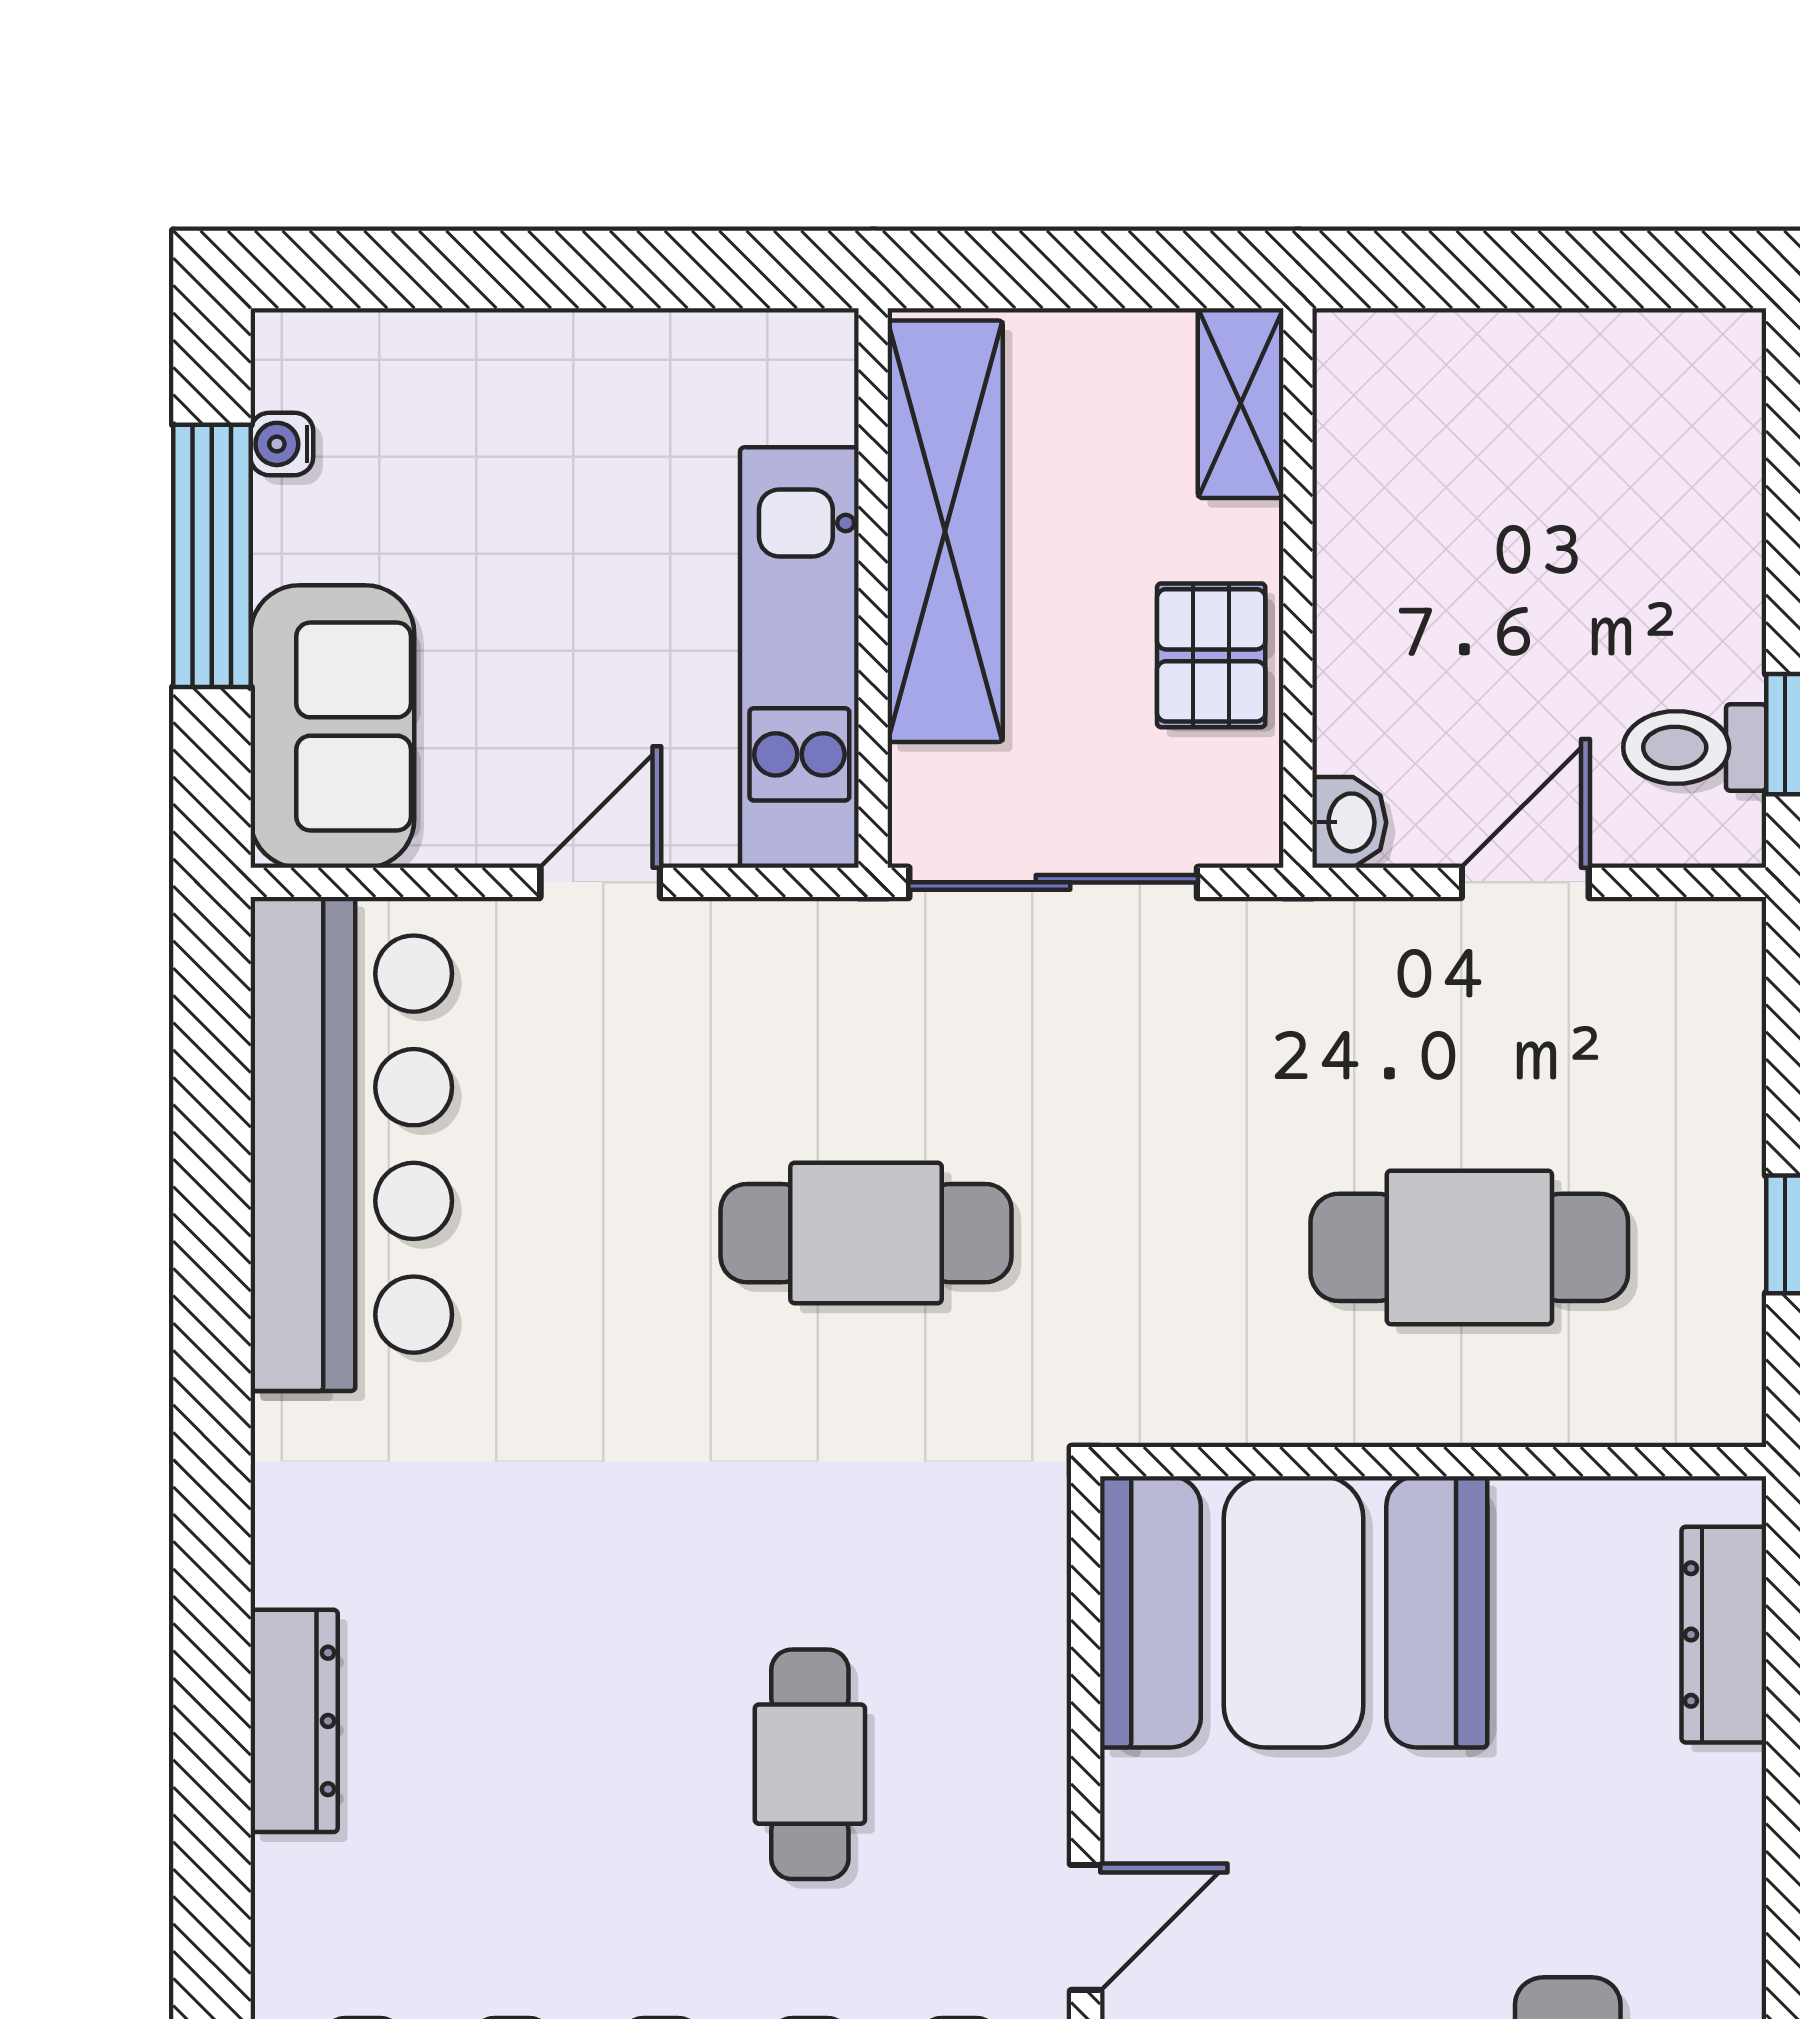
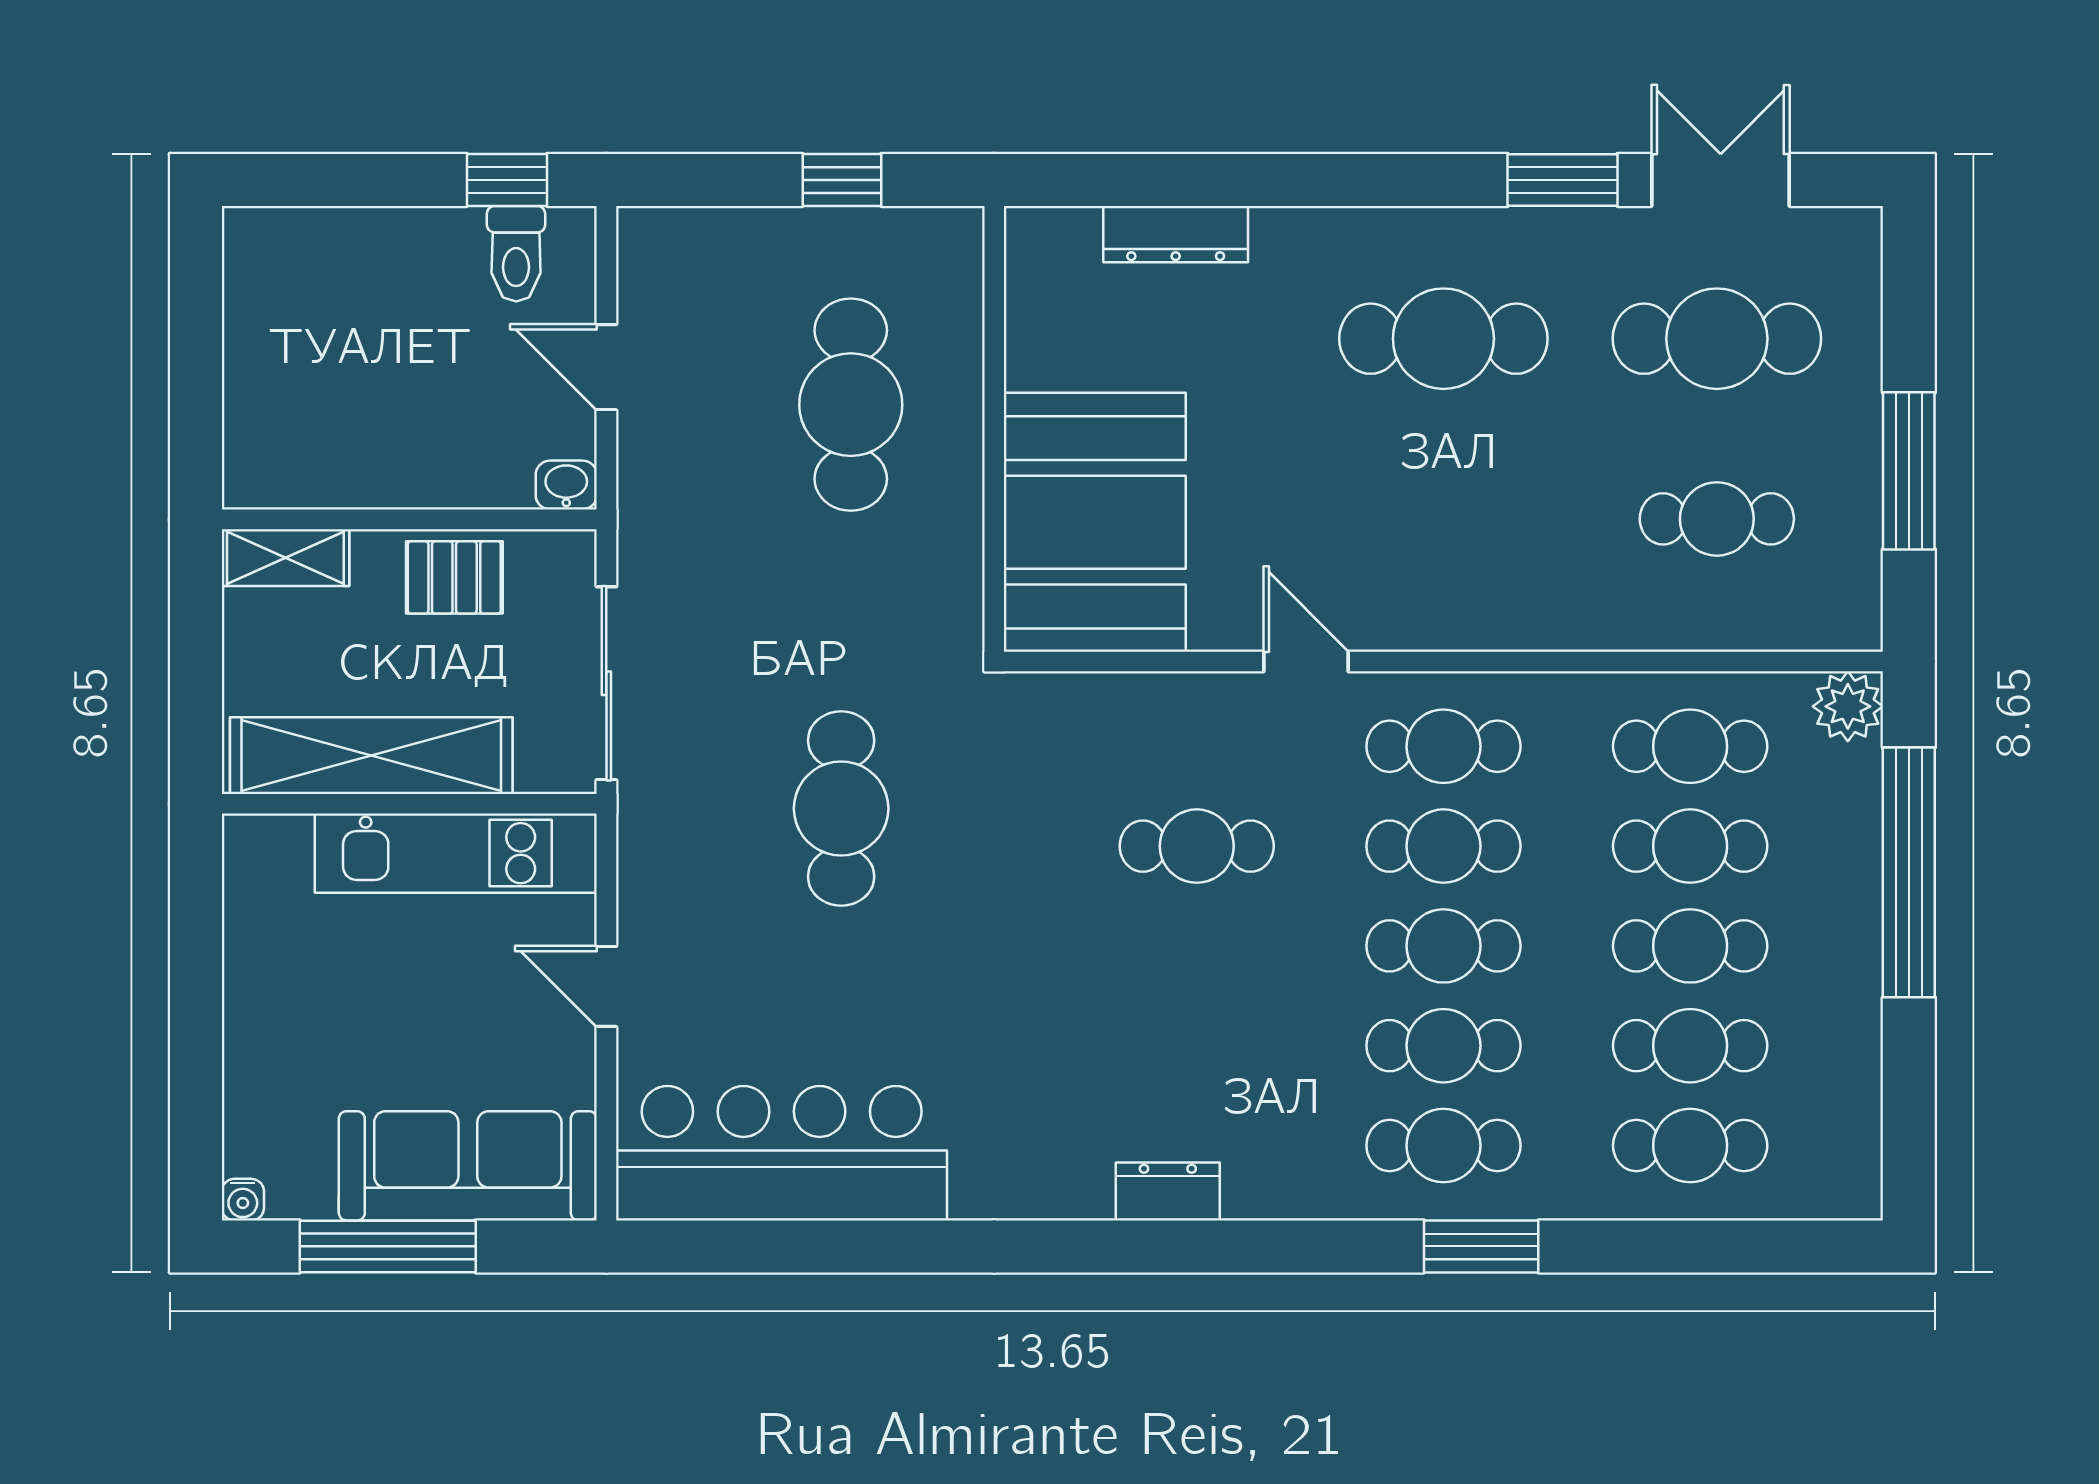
water cooler: (282, 444) -> (243, 1200), moved
sofa: (332, 727) -> (468, 1166), width x1.36
dresser: (1724, 1635) -> (1176, 234), moved
dresser: (294, 1721) -> (1168, 1191), width x0.70

